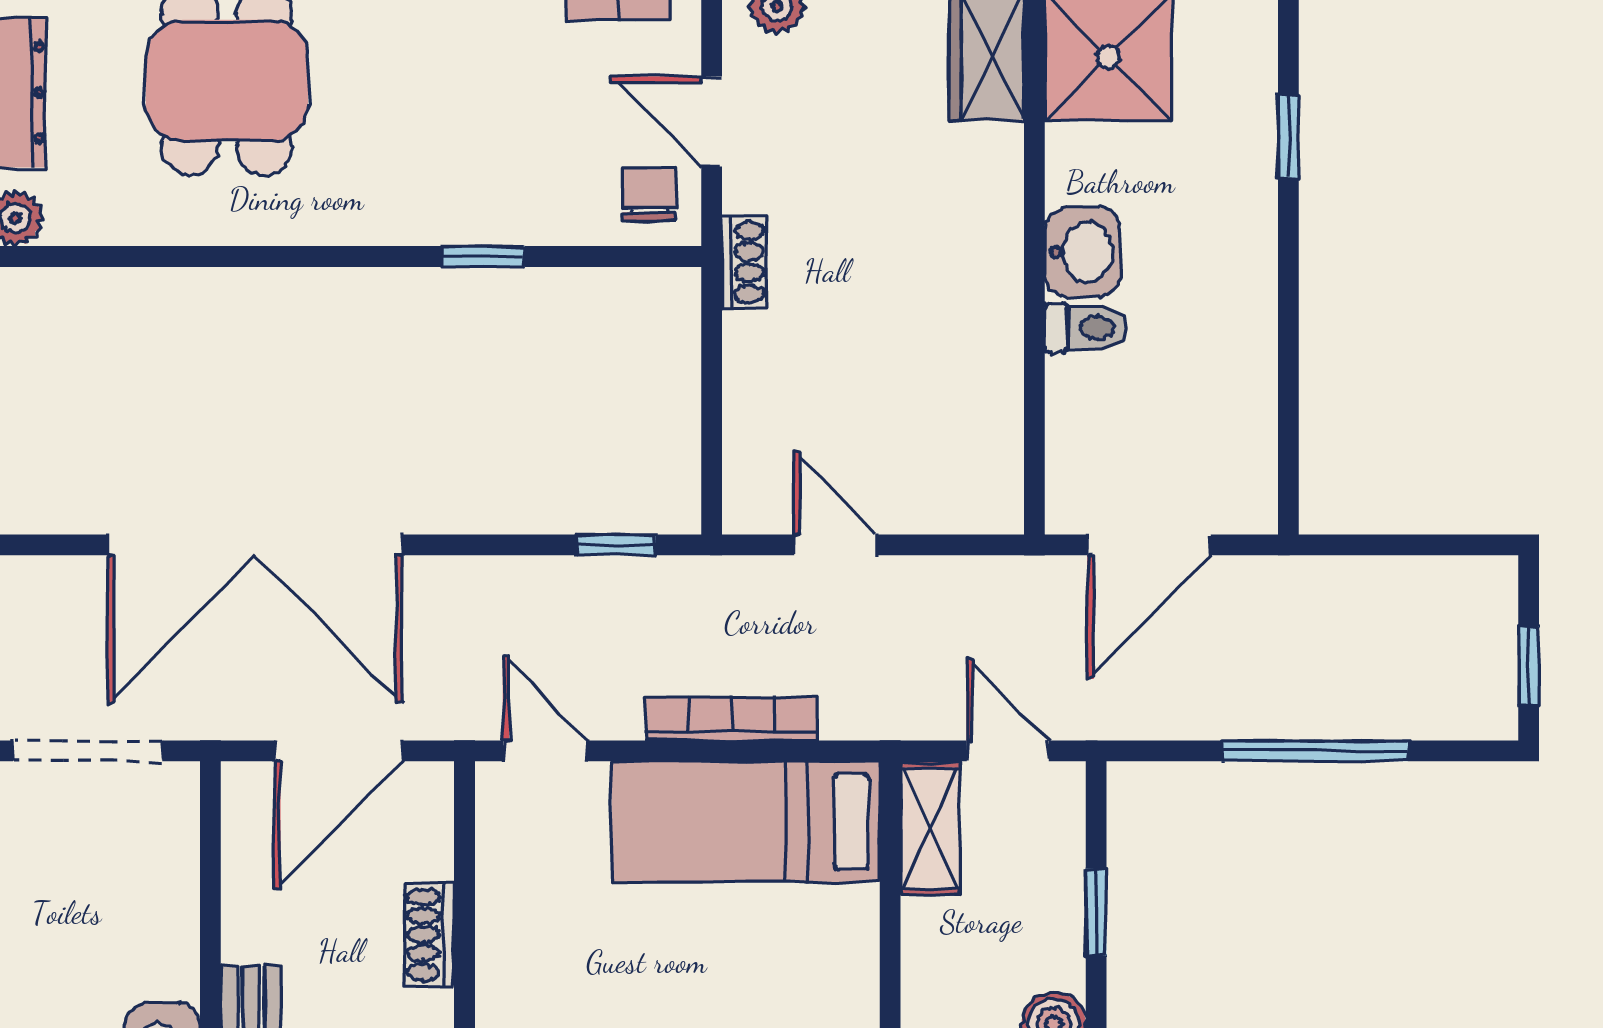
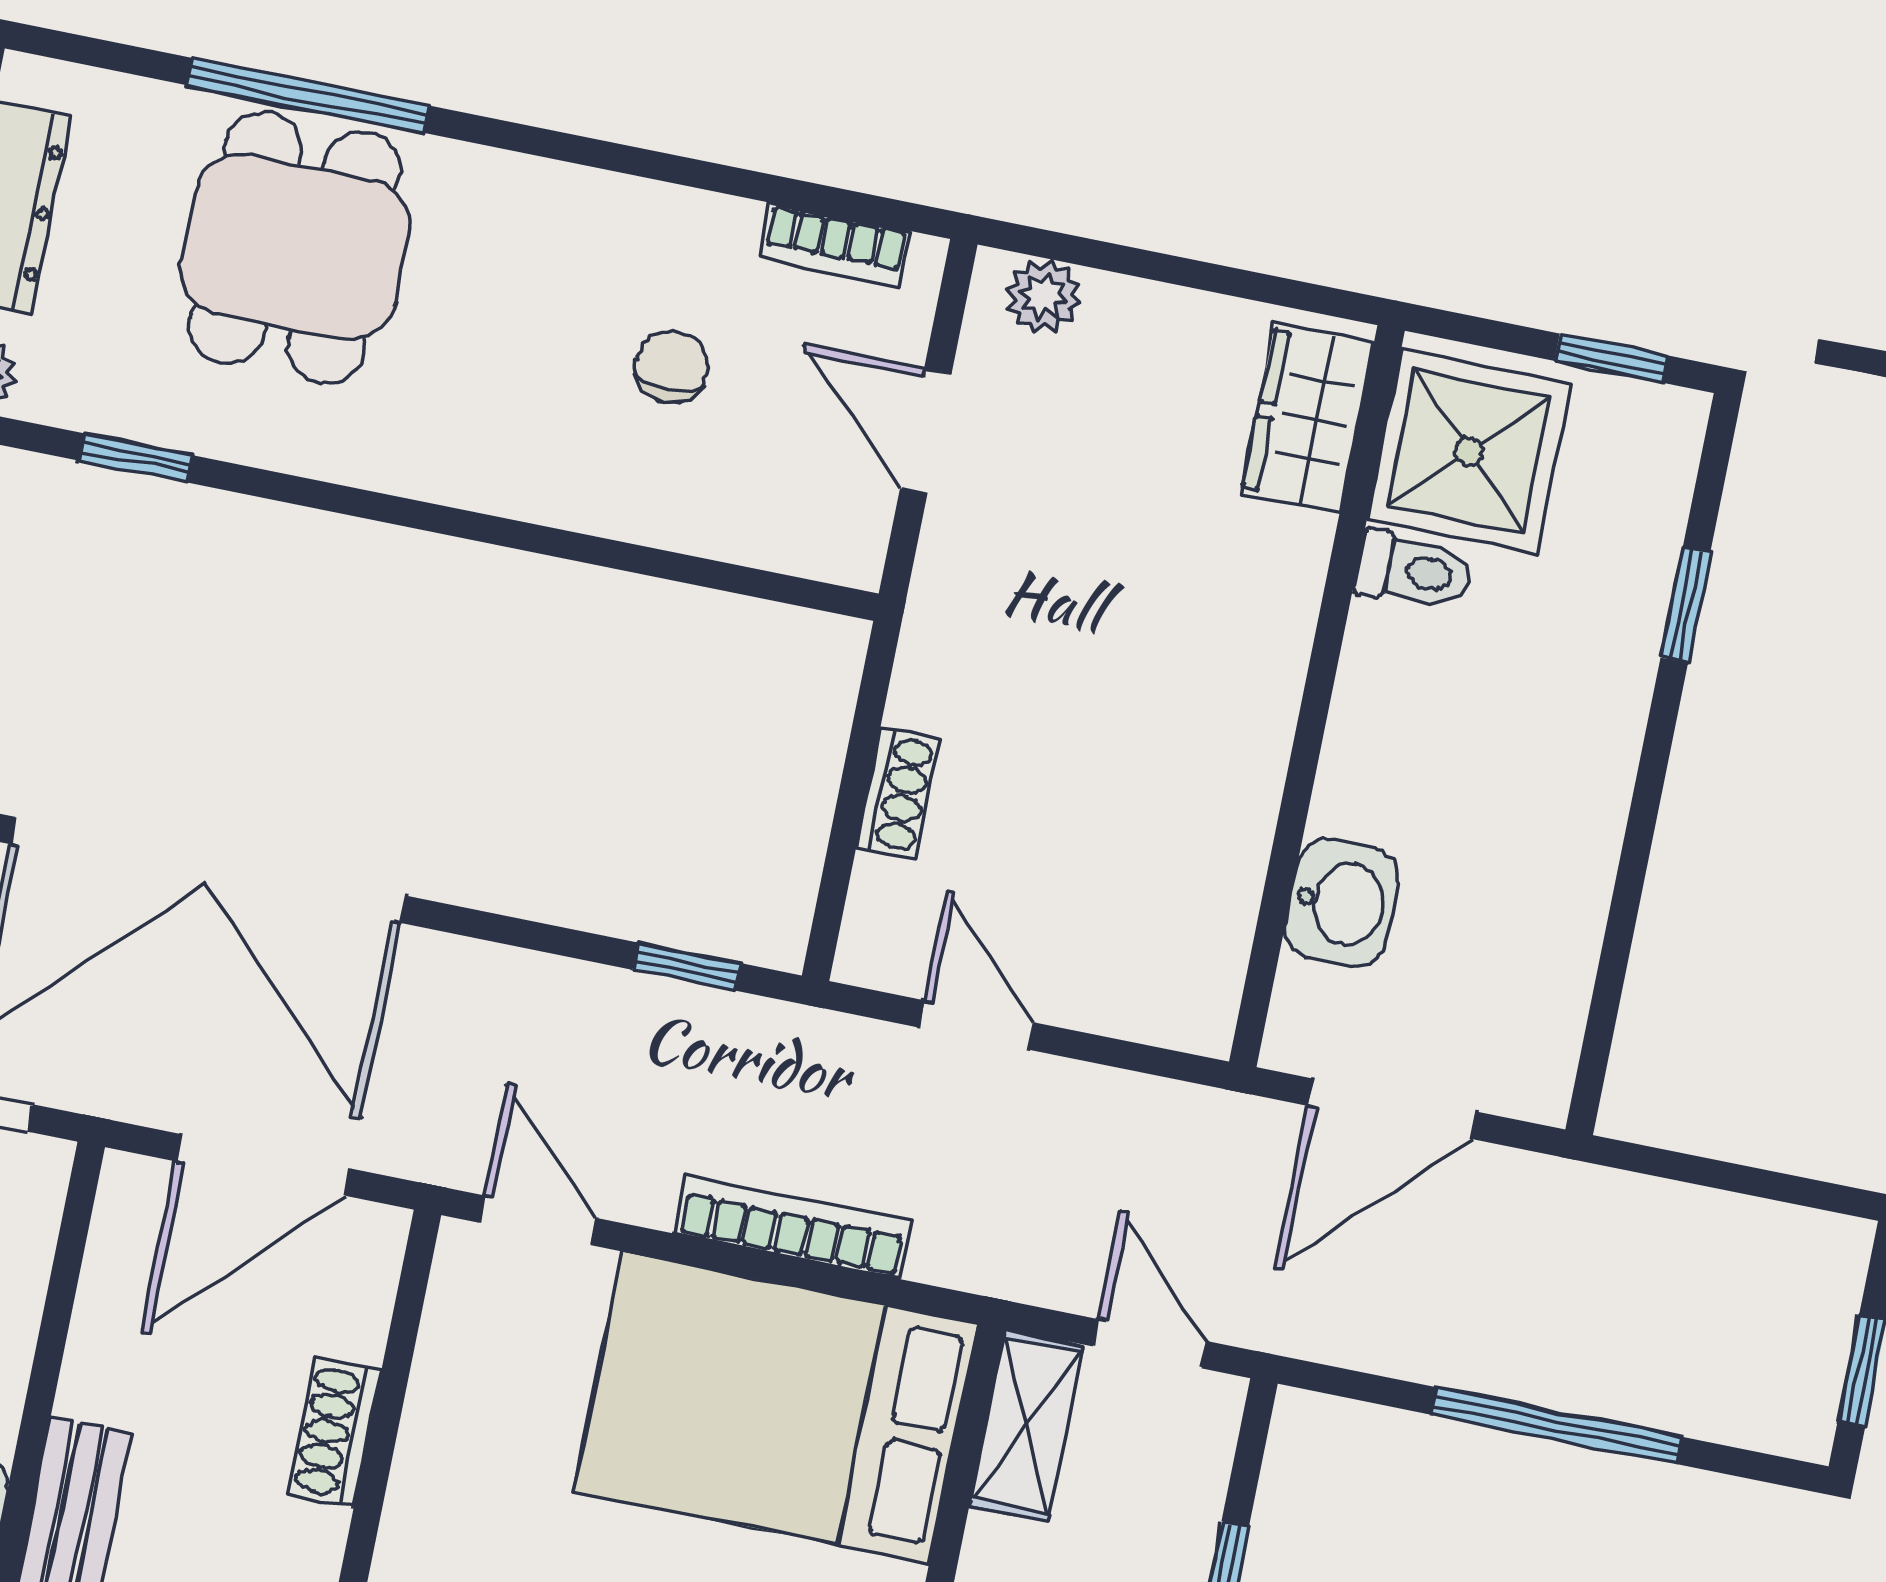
chair: (649, 194) -> (671, 367), moved
washbasin: (1082, 252) -> (1341, 903), moved
window: (483, 257) -> (136, 458), moved
shoe rack: (744, 262) -> (898, 793), moved
toilet: (1086, 328) -> (1413, 571), moved
bed: (746, 822) -> (776, 1407), width x1.50

